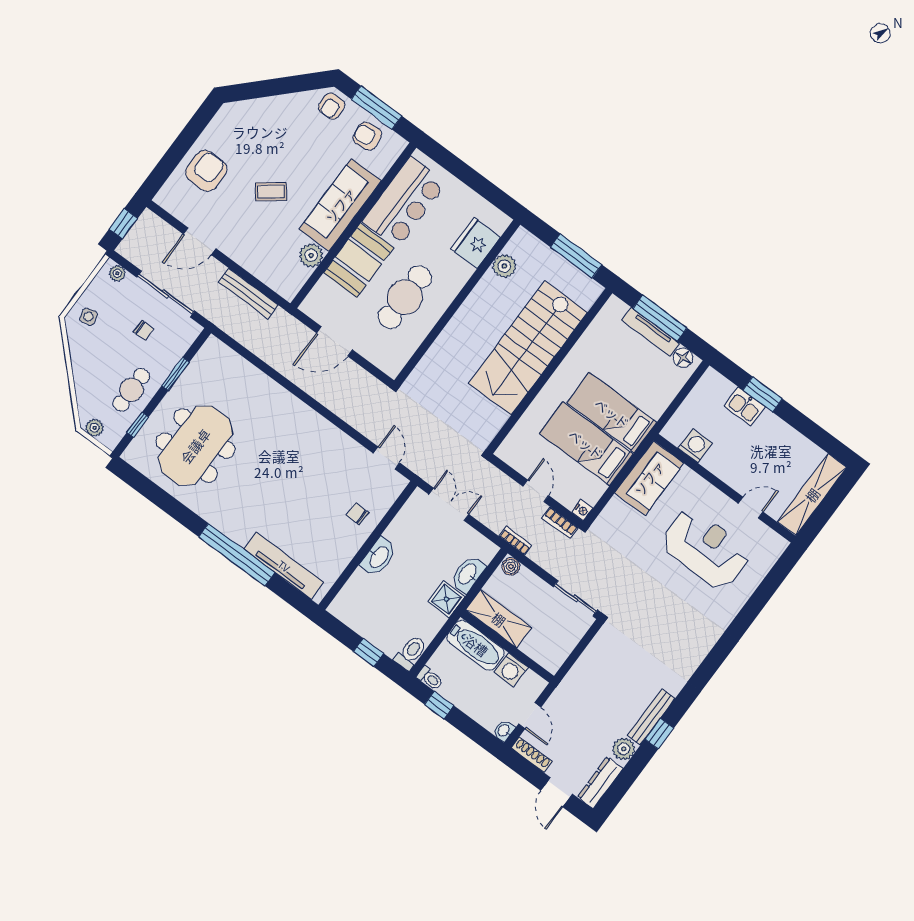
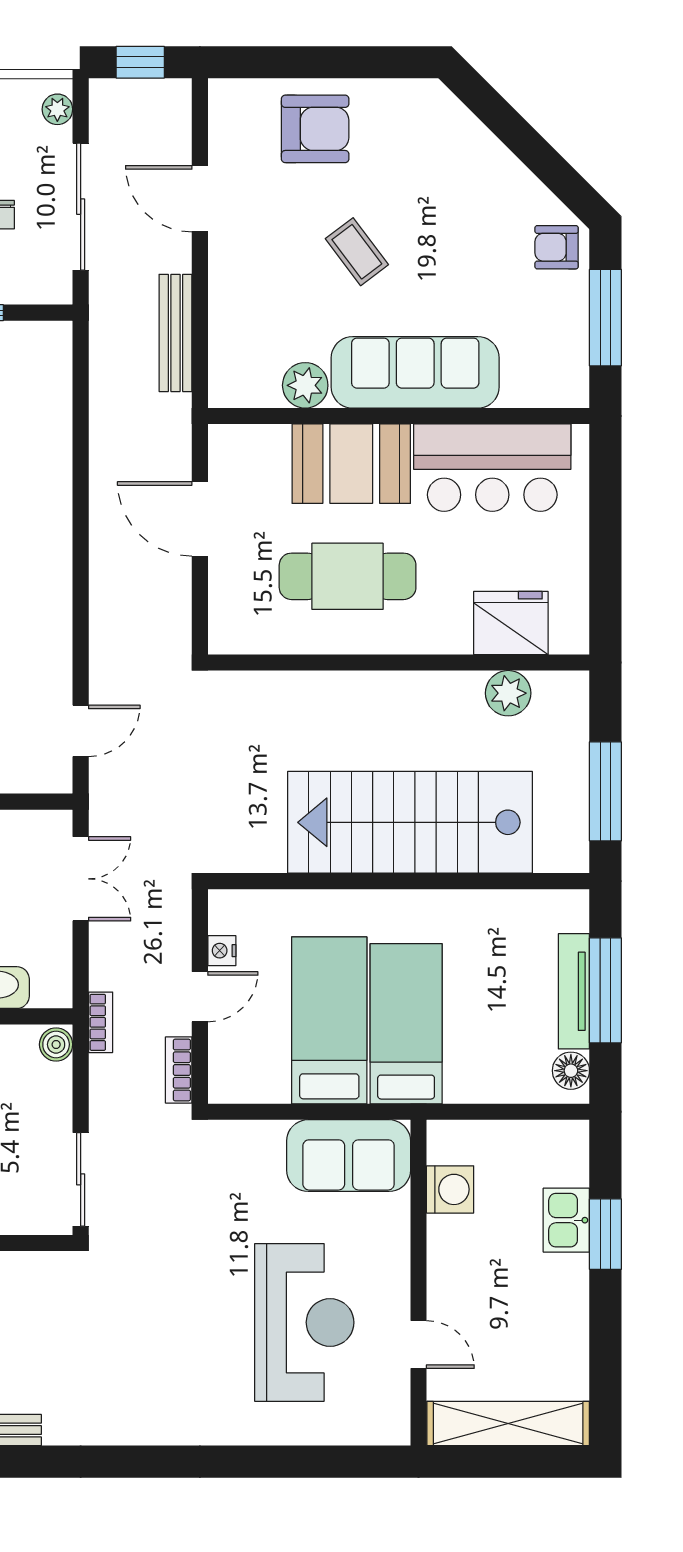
armchair: (367, 136) -> (551, 336), removed
nightstand: (582, 510) -> (222, 951), moved, turned 90

